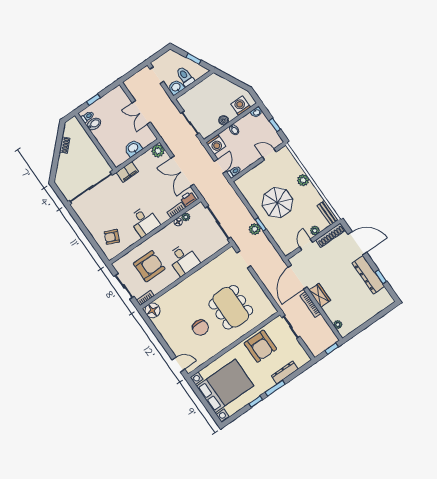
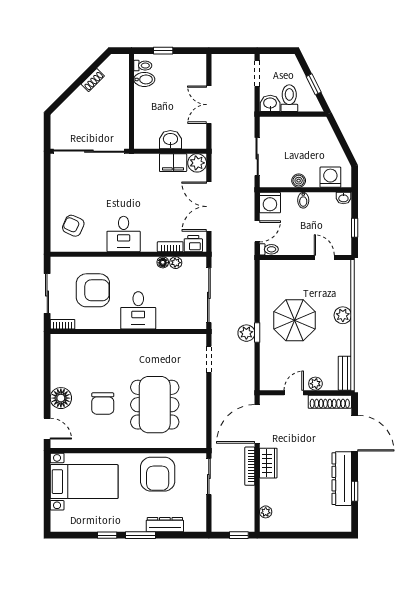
filing cabinet: (127, 172) -> (173, 163), moved
floor lamp: (152, 310) -> (61, 398), moved
bed with nightstands: (225, 386) -> (84, 482), width x0.73

